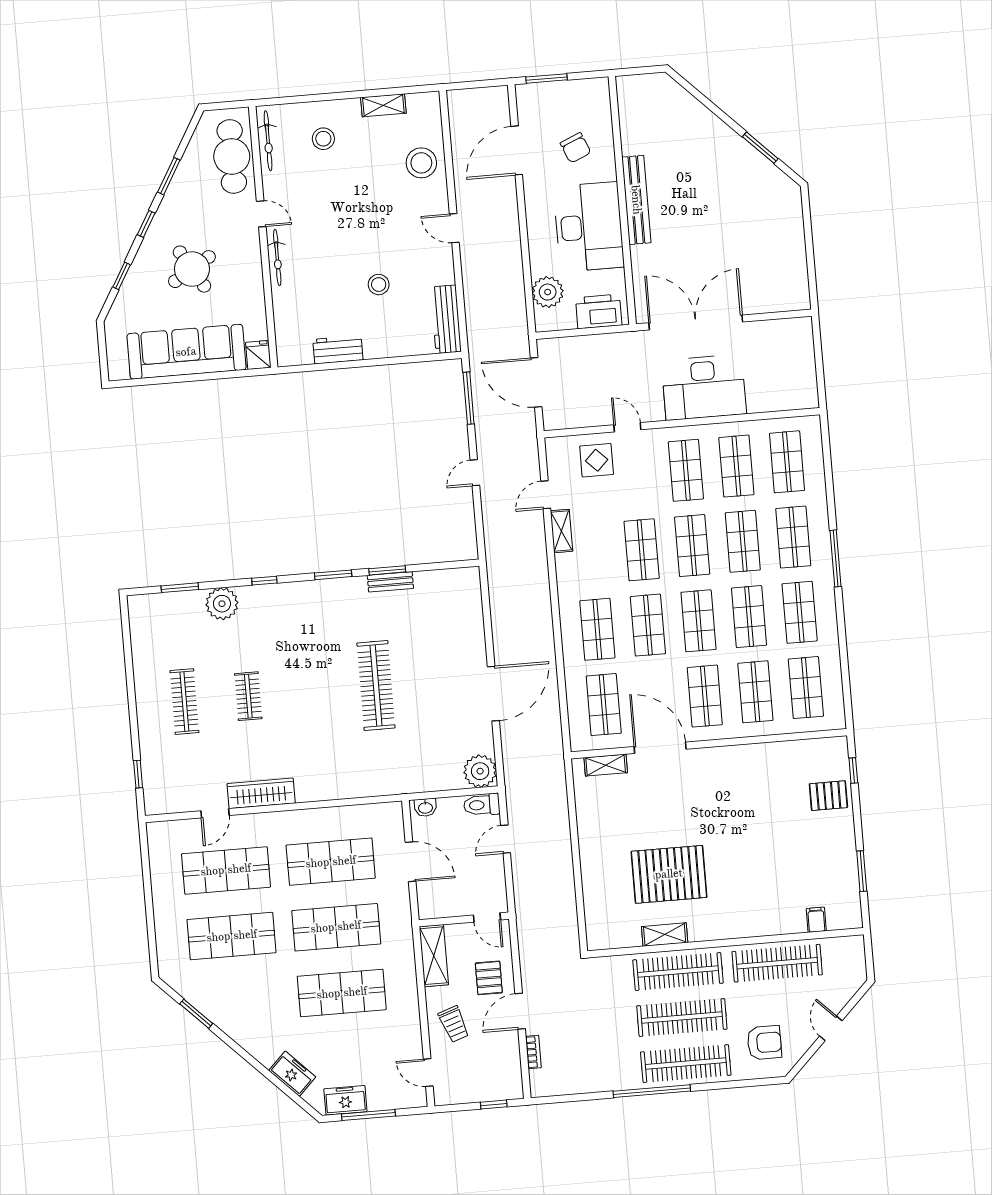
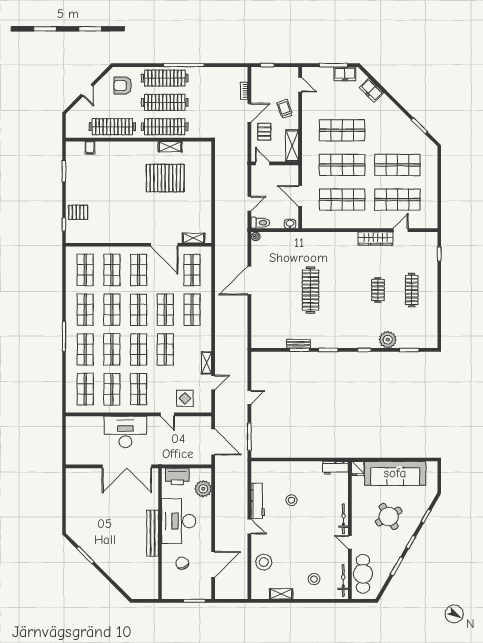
workbench: (446, 319) -> (258, 501), moved
workbench: (338, 350) -> (335, 468), moved
plant: (480, 771) -> (256, 236), width x0.53, depth x0.53

